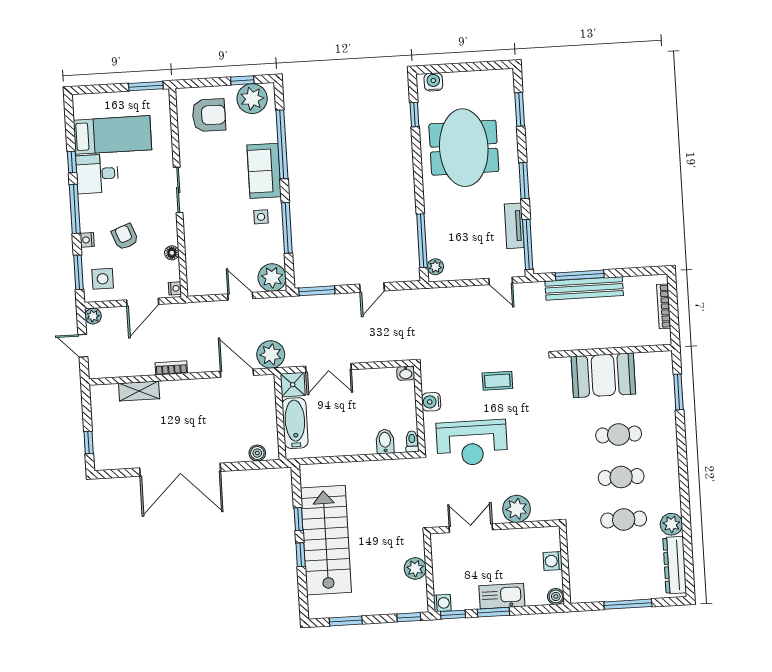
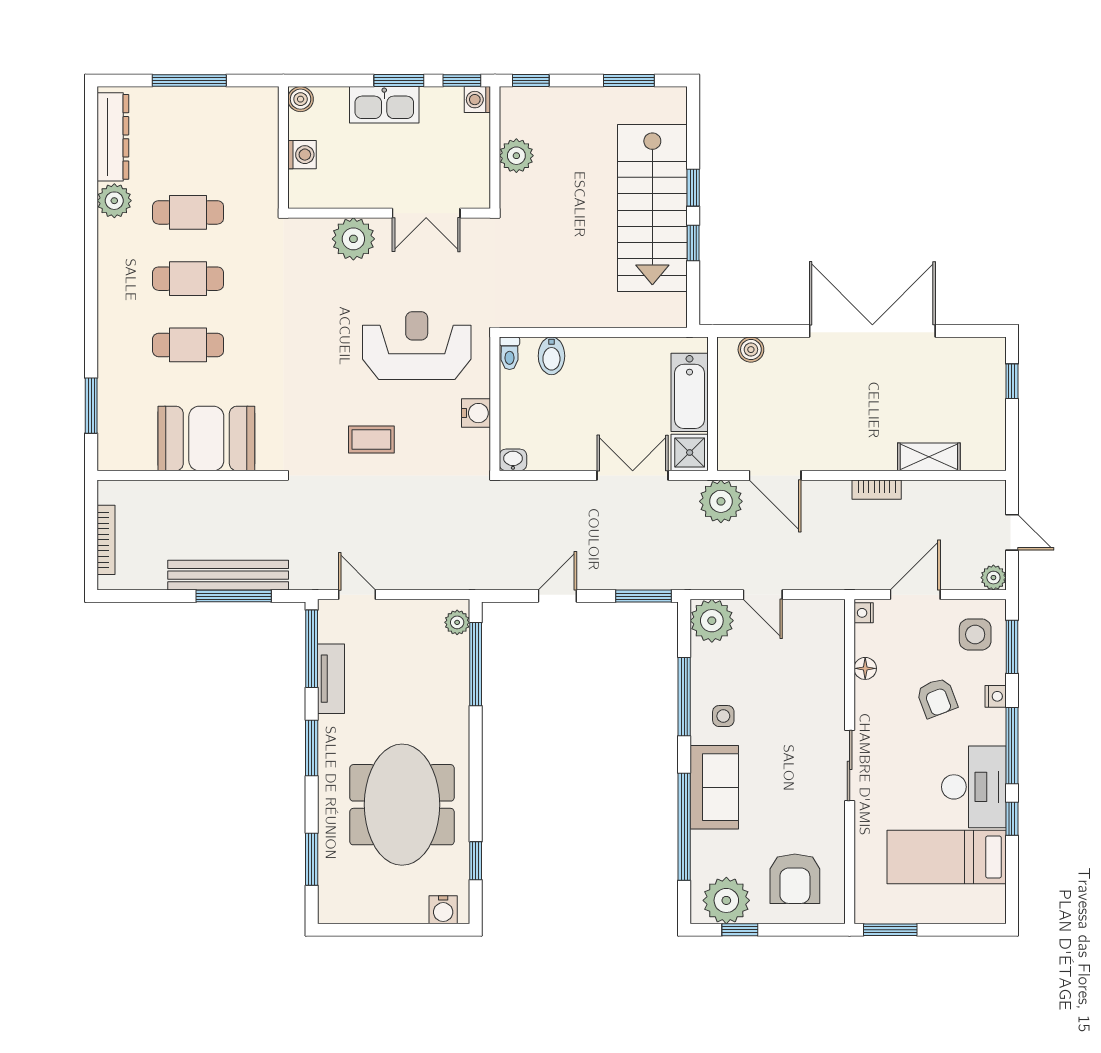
armchair: (209, 115) -> (795, 879), turned -90
desk: (97, 174) -> (974, 787), width x1.37

